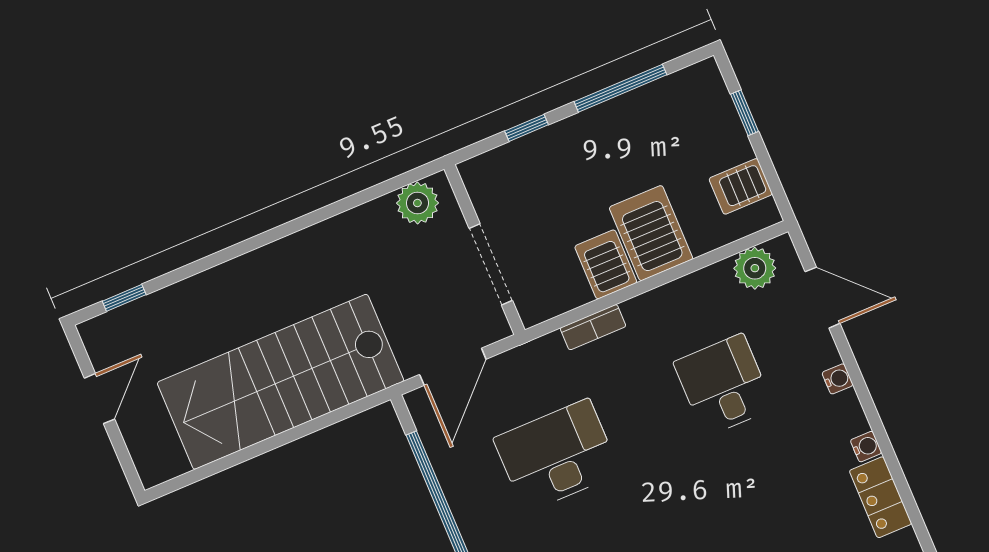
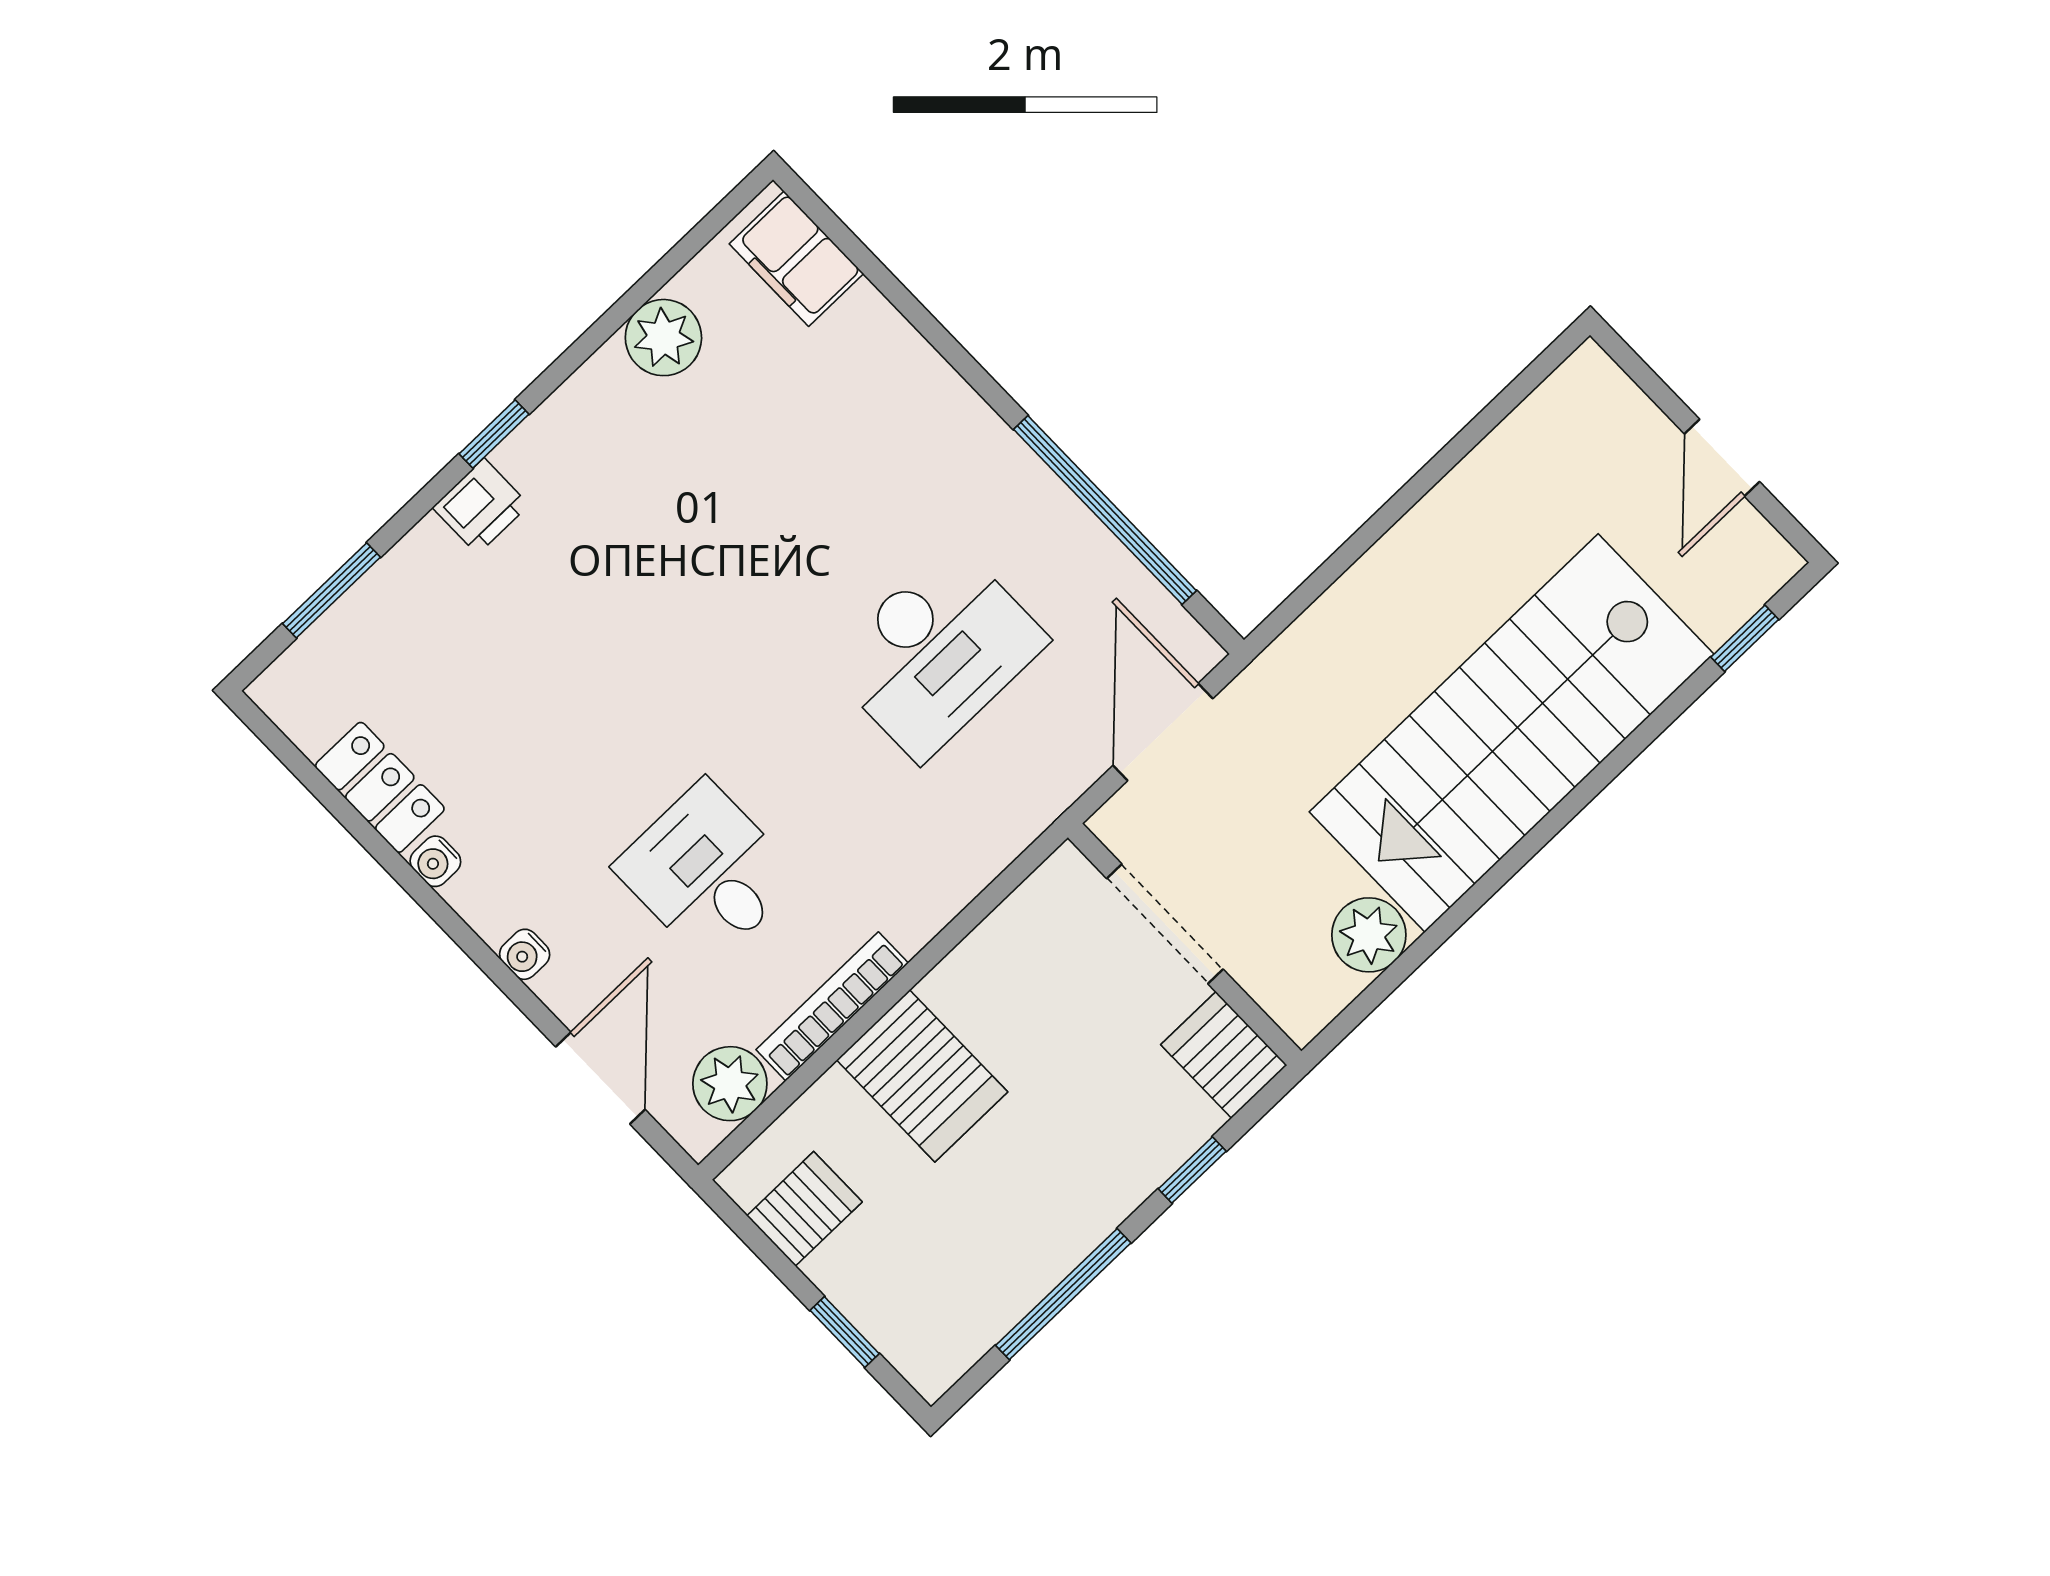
plant: (417, 203) -> (1369, 935), moved
server rack: (606, 264) -> (1224, 1055), moved, turned 180
door: (823, 298) -> (600, 1078), swing flipped
bookcase: (593, 327) -> (832, 1006), moved, width x1.56
stairs: (280, 382) -> (1512, 733), moved, turned 180
desk: (724, 385) -> (707, 872), turned 180

